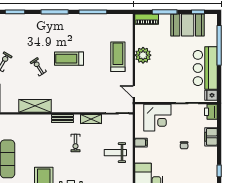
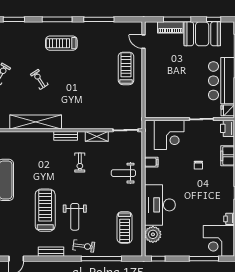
piano: (147, 19) -> (170, 27), moved
plant: (143, 55) -> (154, 67), removed
treadmill: (69, 59) -> (61, 43), moved
door: (134, 92) -> (144, 42), moved
shelving: (35, 106) -> (36, 122), width x1.47

